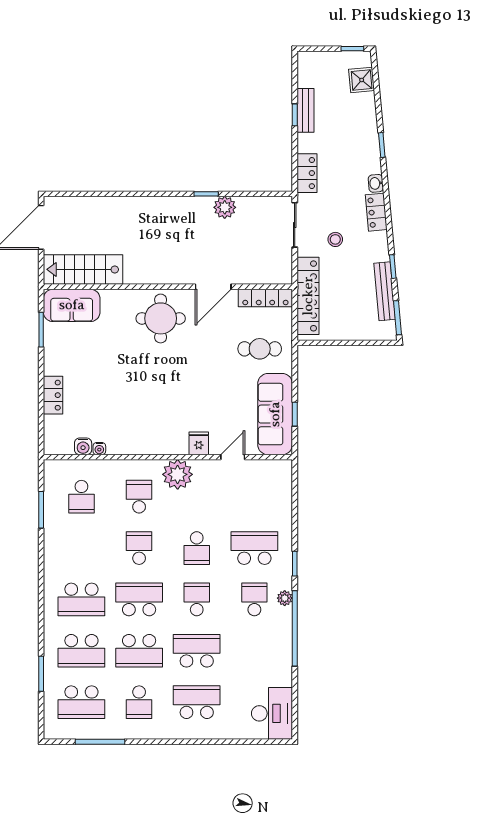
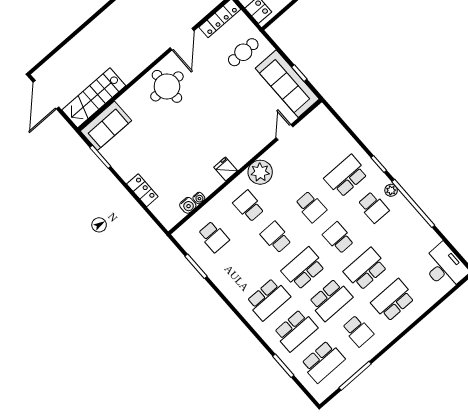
fridge: (199, 443) -> (226, 169), moved
school desk: (254, 599) -> (373, 207), turned 180

